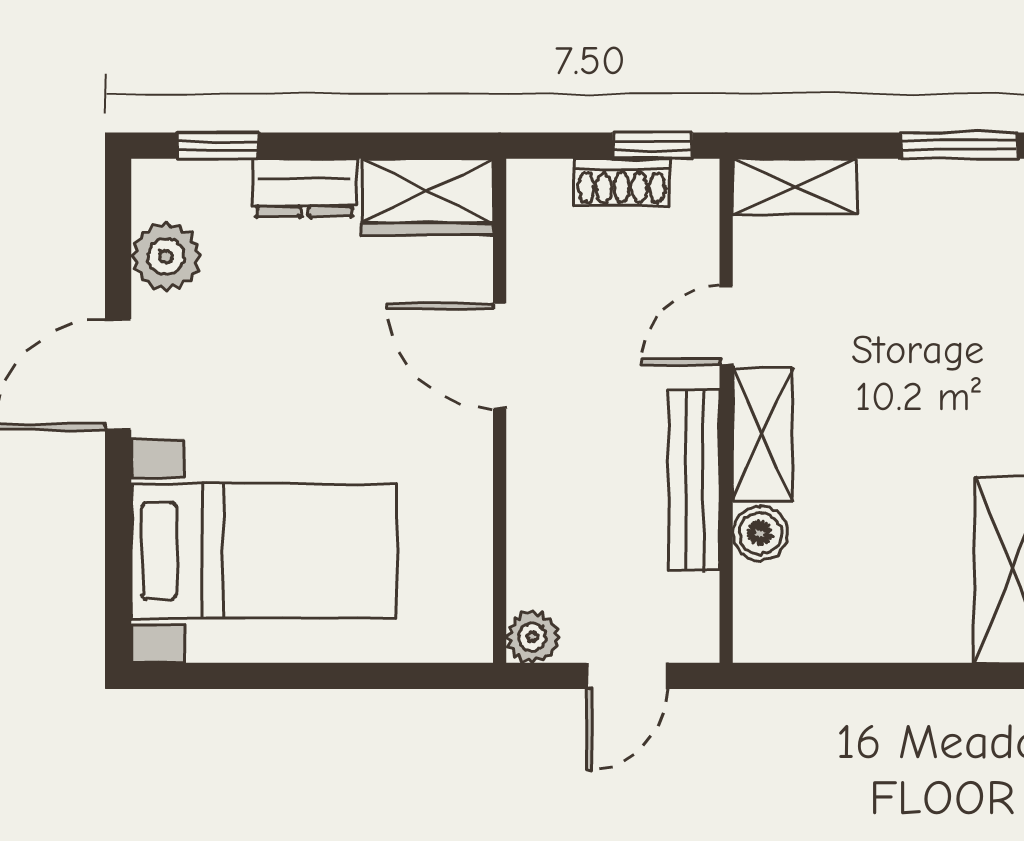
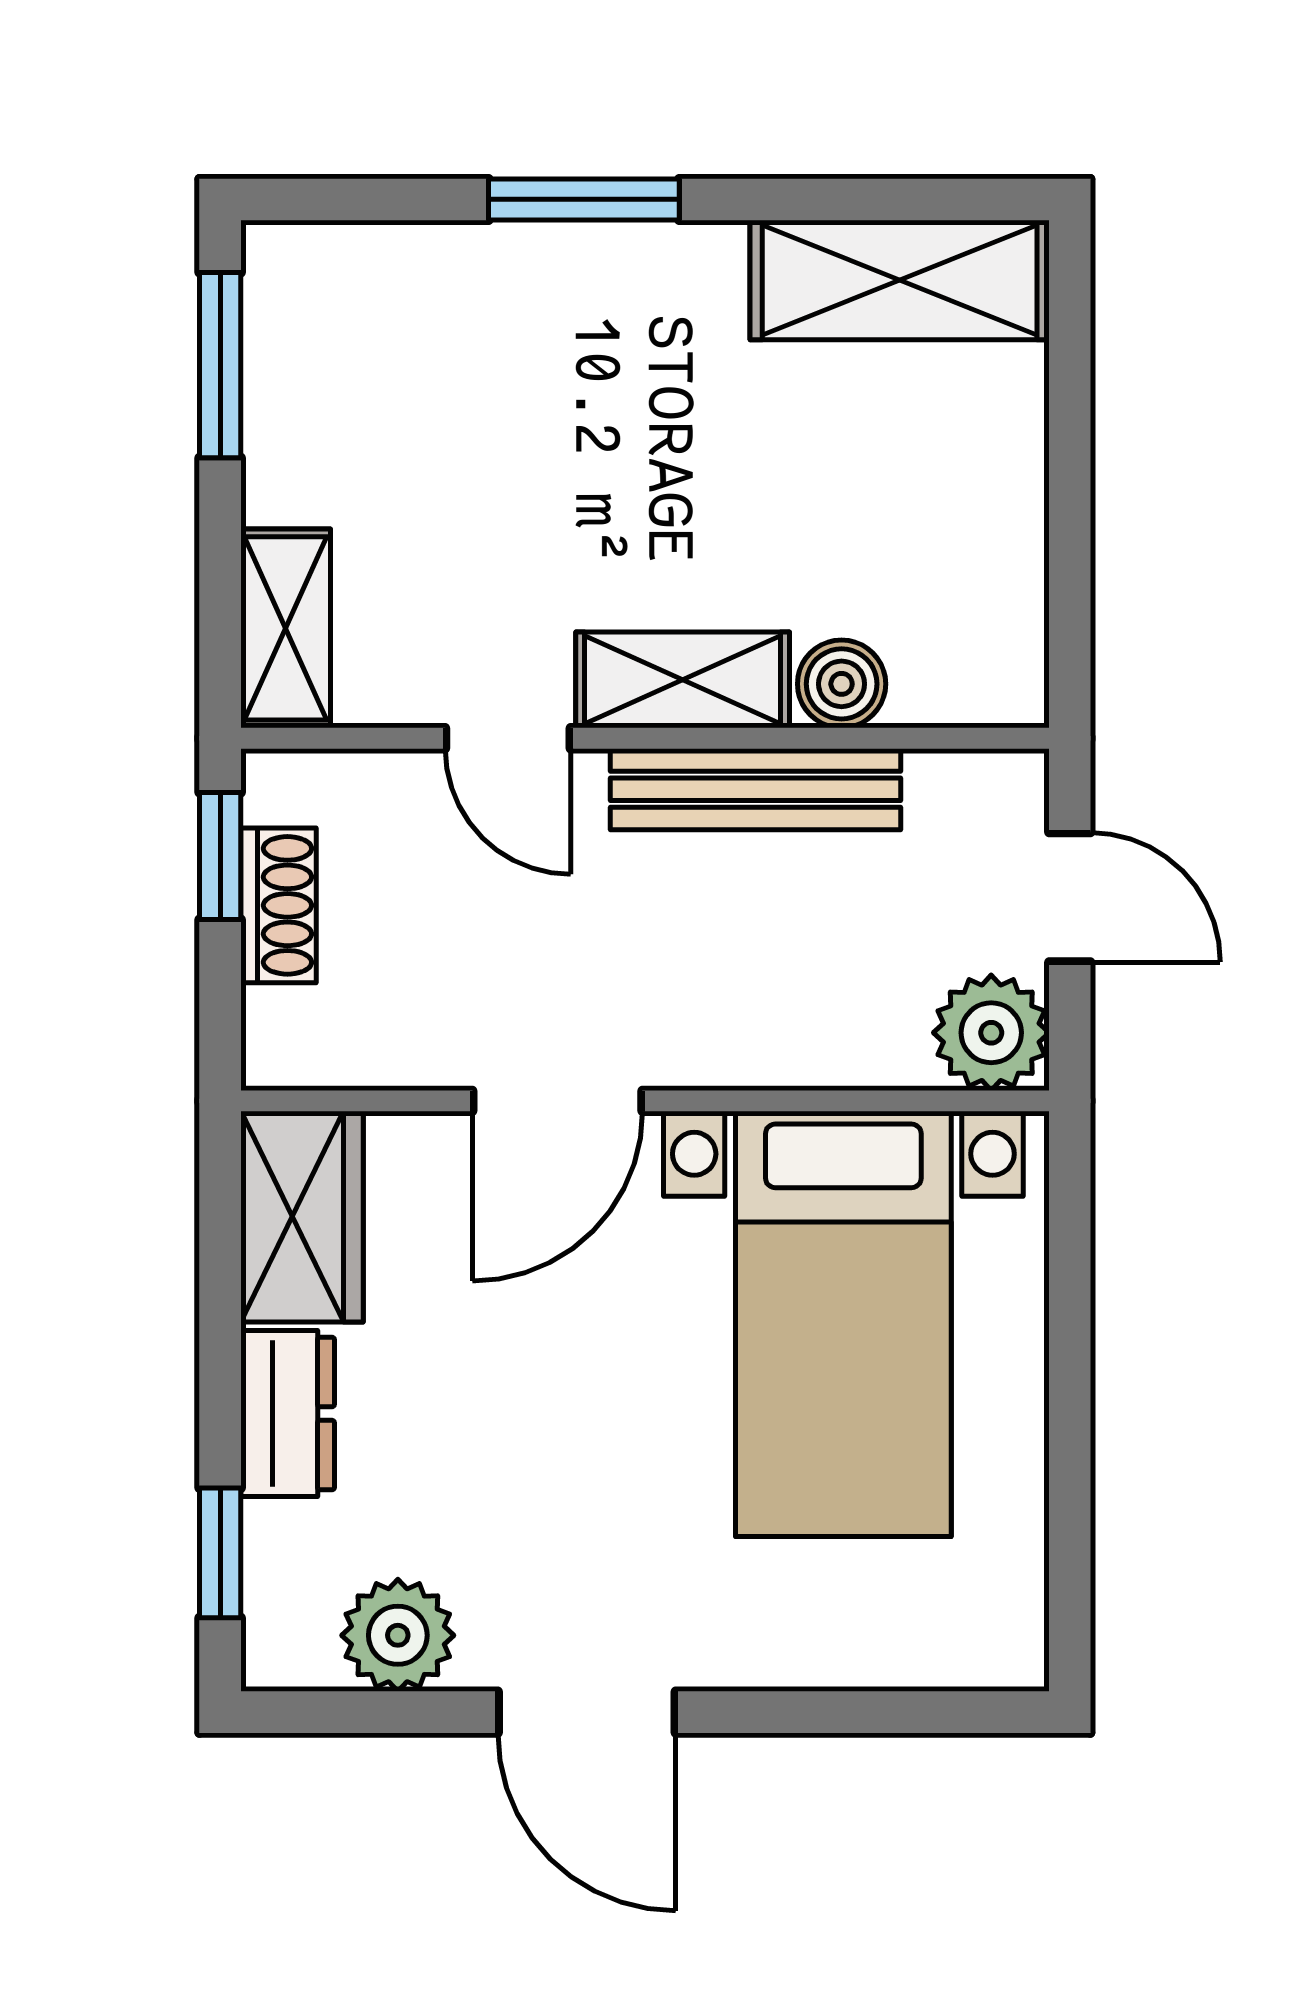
bed with nightstands: (264, 551) -> (843, 1324), moved, turned 180
plant: (532, 637) -> (991, 1033), width x1.38, depth x1.38

